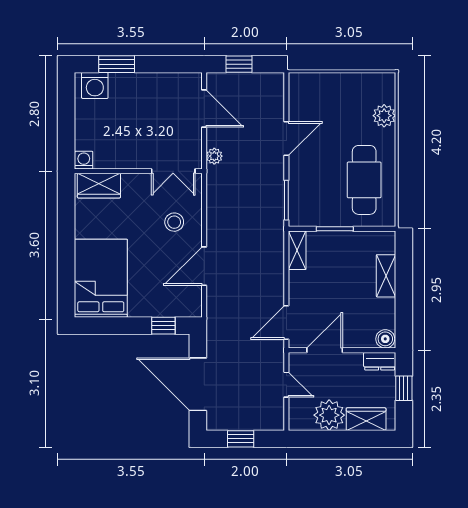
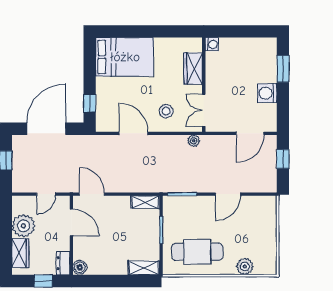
washing machine: (95, 85) -> (267, 93), moved
door: (286, 138) -> (228, 194), hinge flipped
plant: (214, 156) -> (194, 141), moved
wardrobe: (99, 186) -> (193, 68), moved
shelving: (386, 276) -> (144, 268), moved

